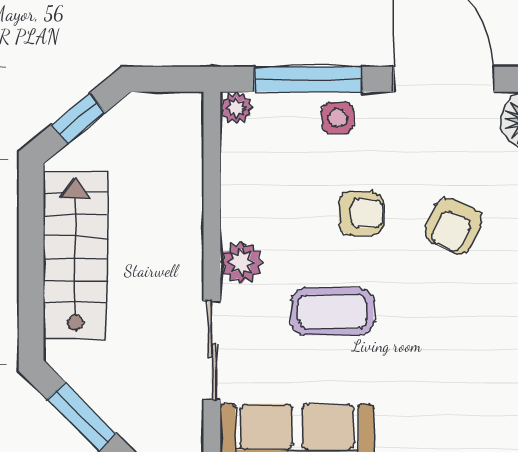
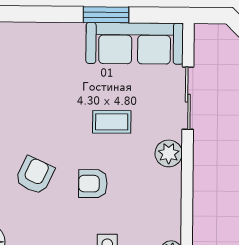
coffee table: (332, 312) -> (112, 122), width x0.73, depth x0.77

